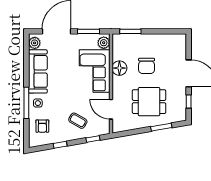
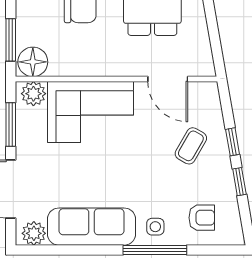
floor lamp: (119, 68) -> (33, 62), moved
door: (111, 109) -> (168, 79), hinge flipped
window: (93, 139) -> (233, 142), moved

